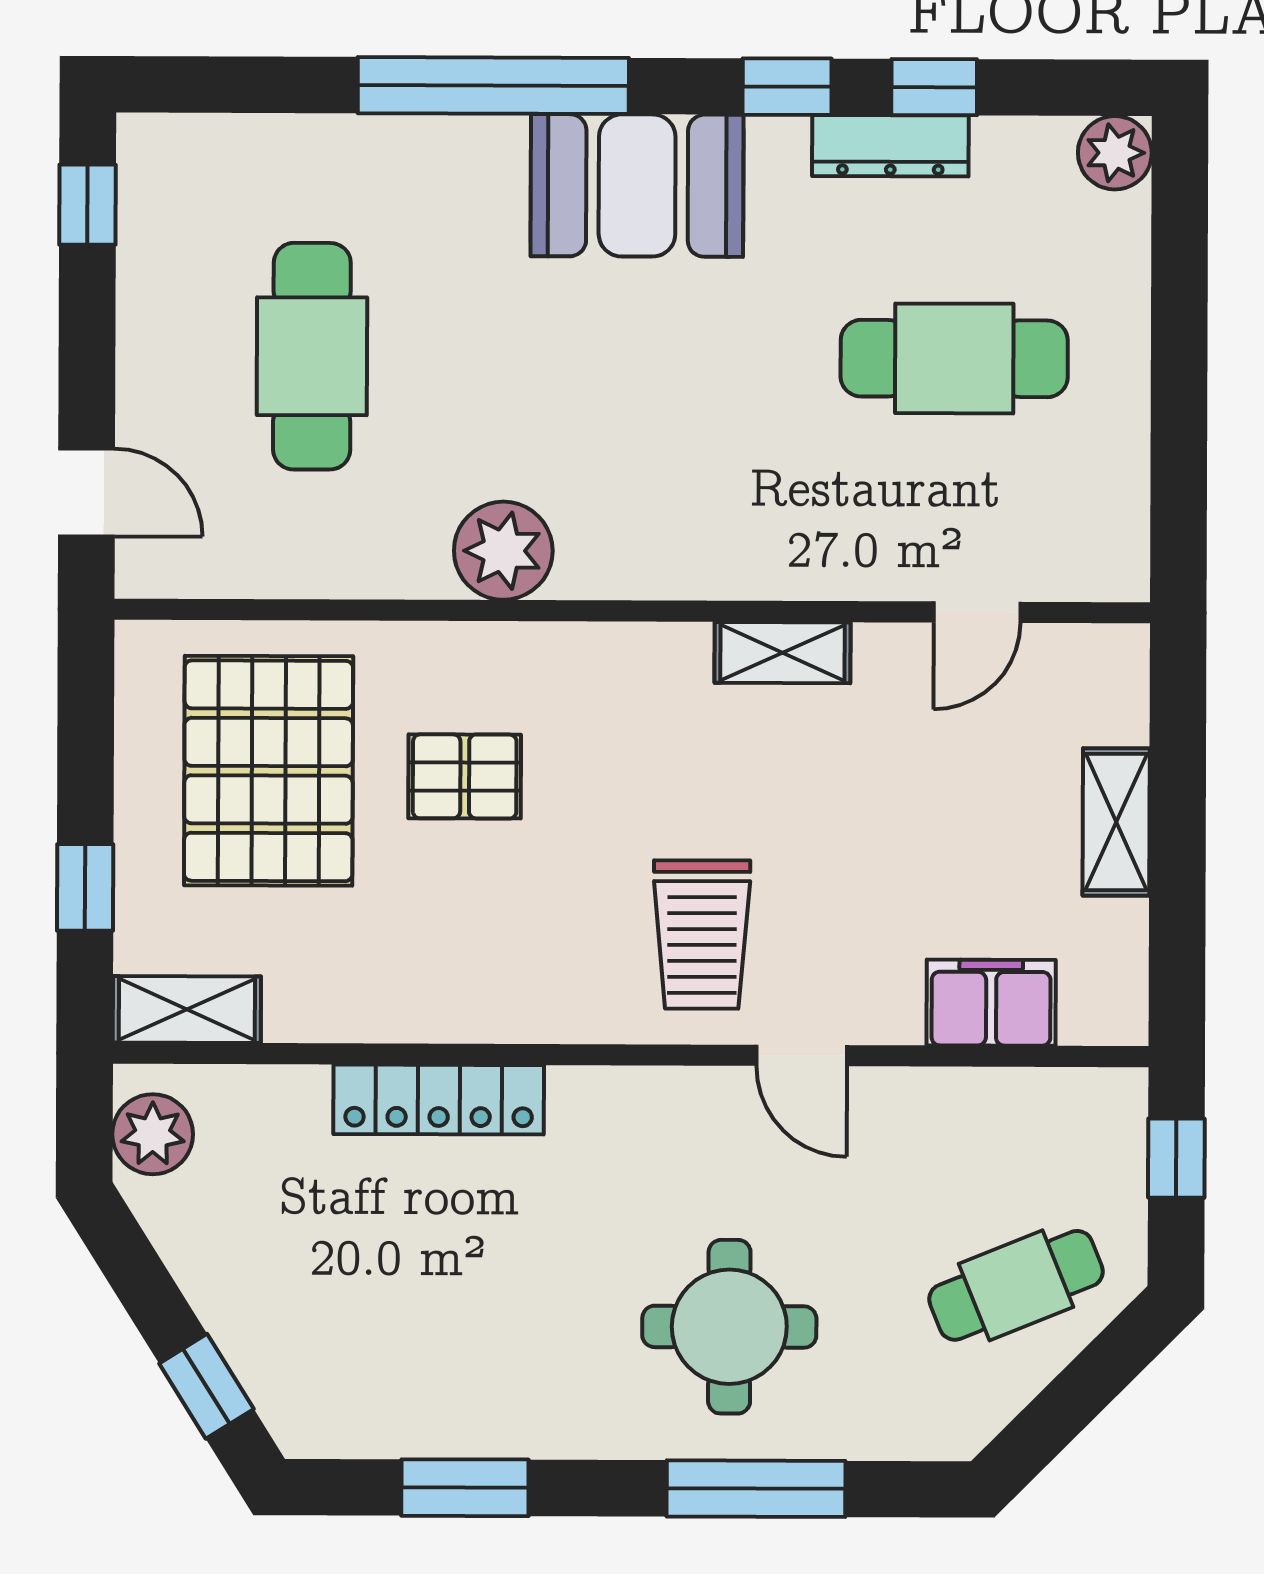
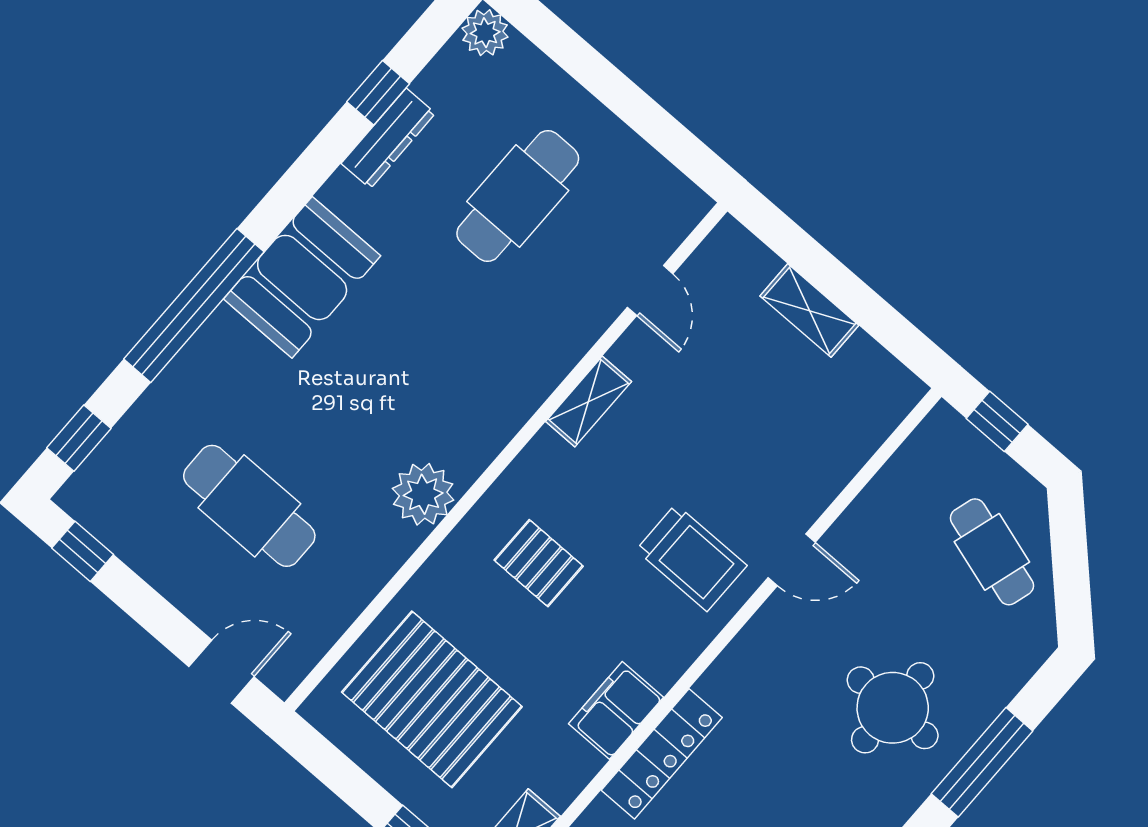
window: (787, 87) -> (79, 438), moved
pallet: (465, 776) -> (539, 563), moved, turned 90
filing cabinet: (991, 1003) -> (616, 710), moved
cafe table: (1016, 1285) -> (992, 552), turned -51

